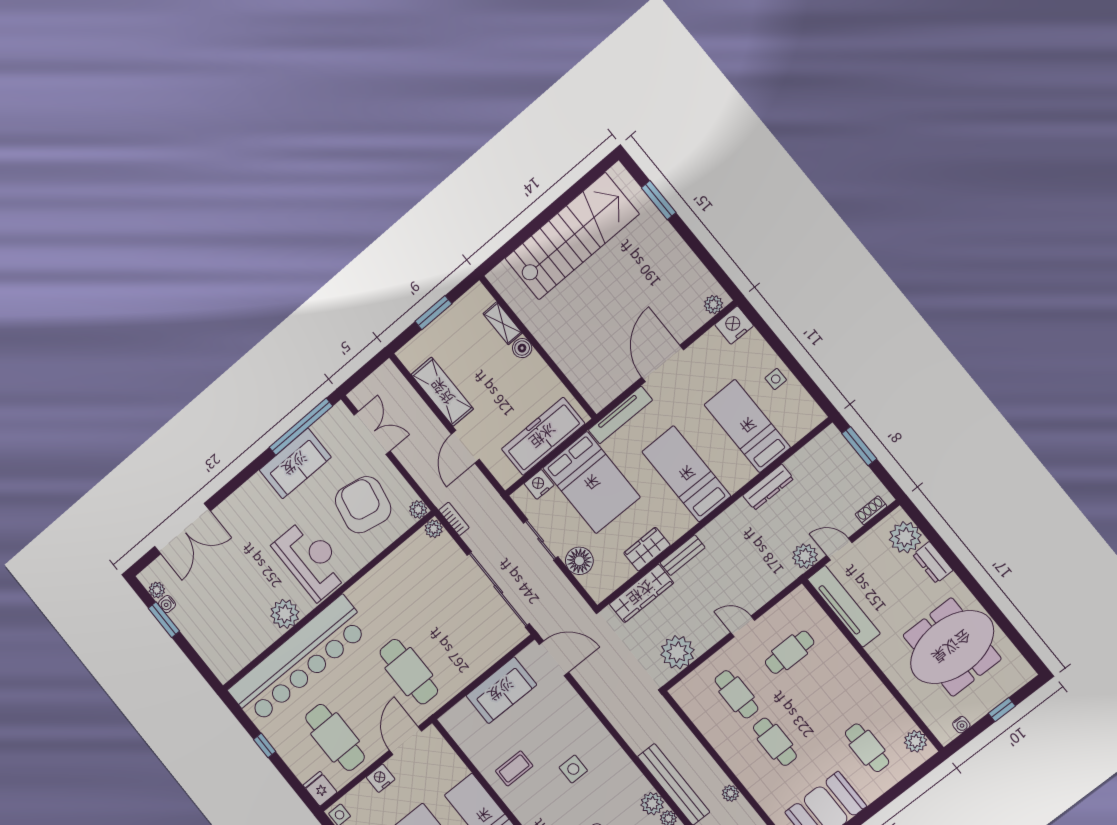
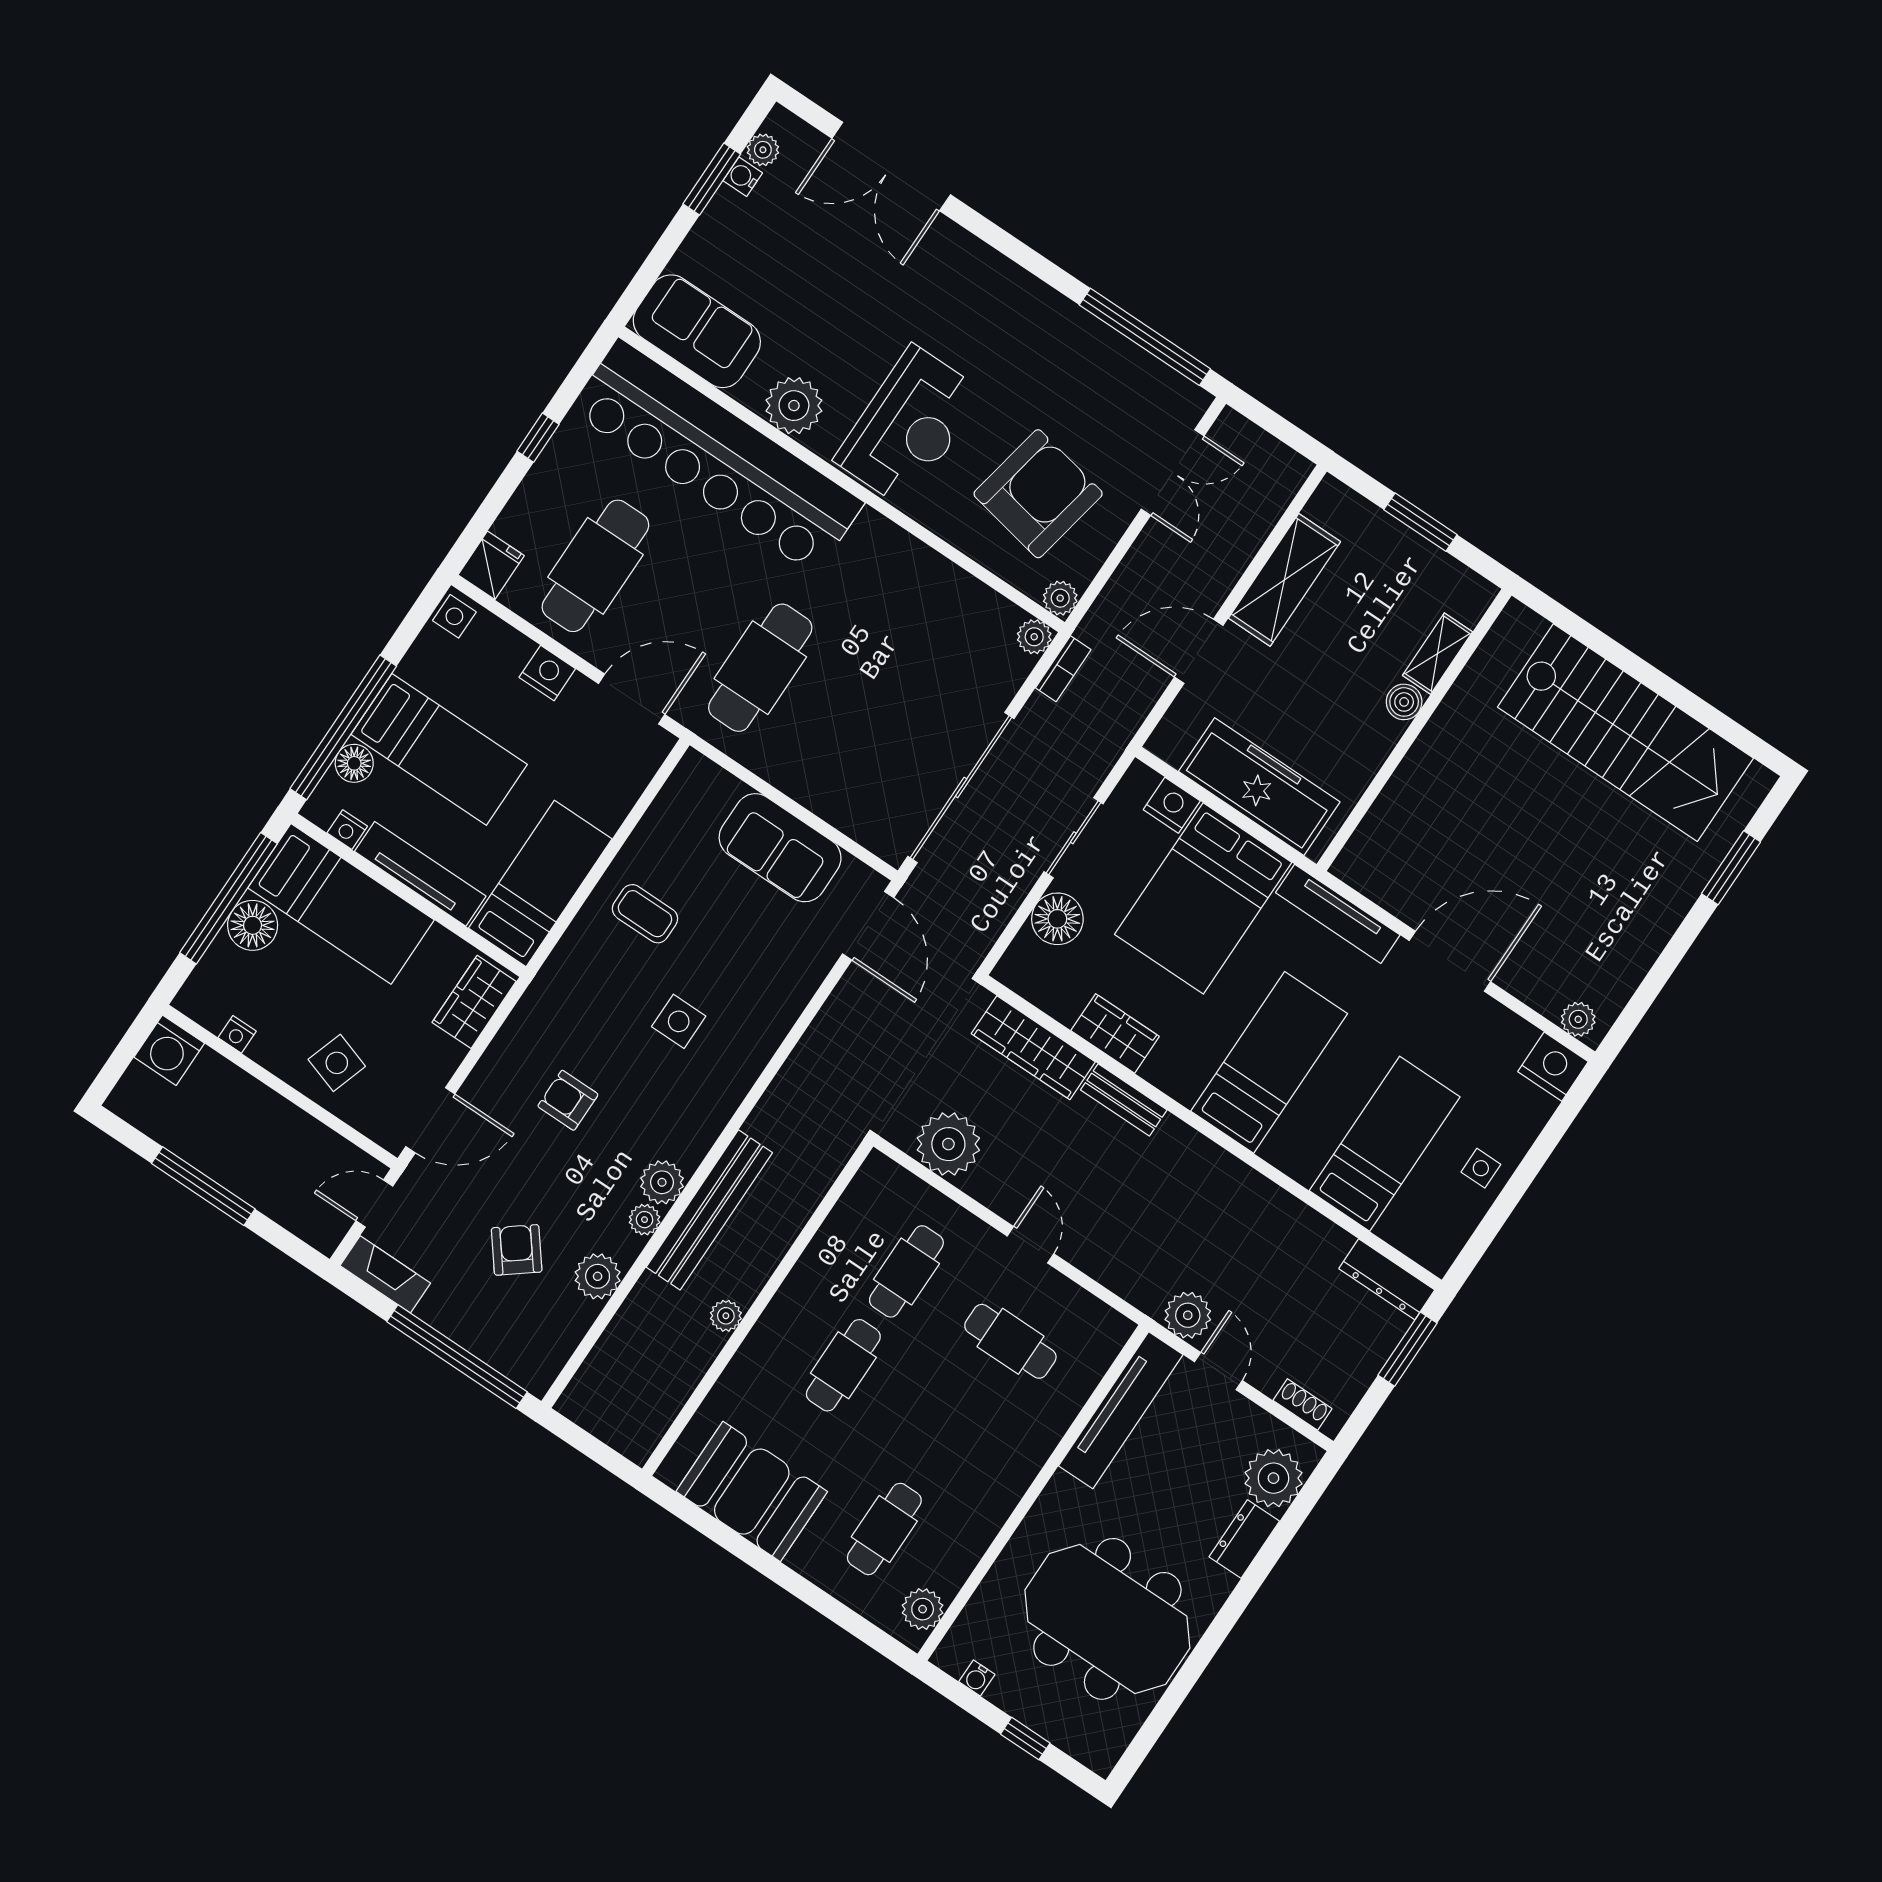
sofa: (295, 464) -> (697, 331), moved, turned 180
dresser: (768, 487) -> (1387, 1279), moved

